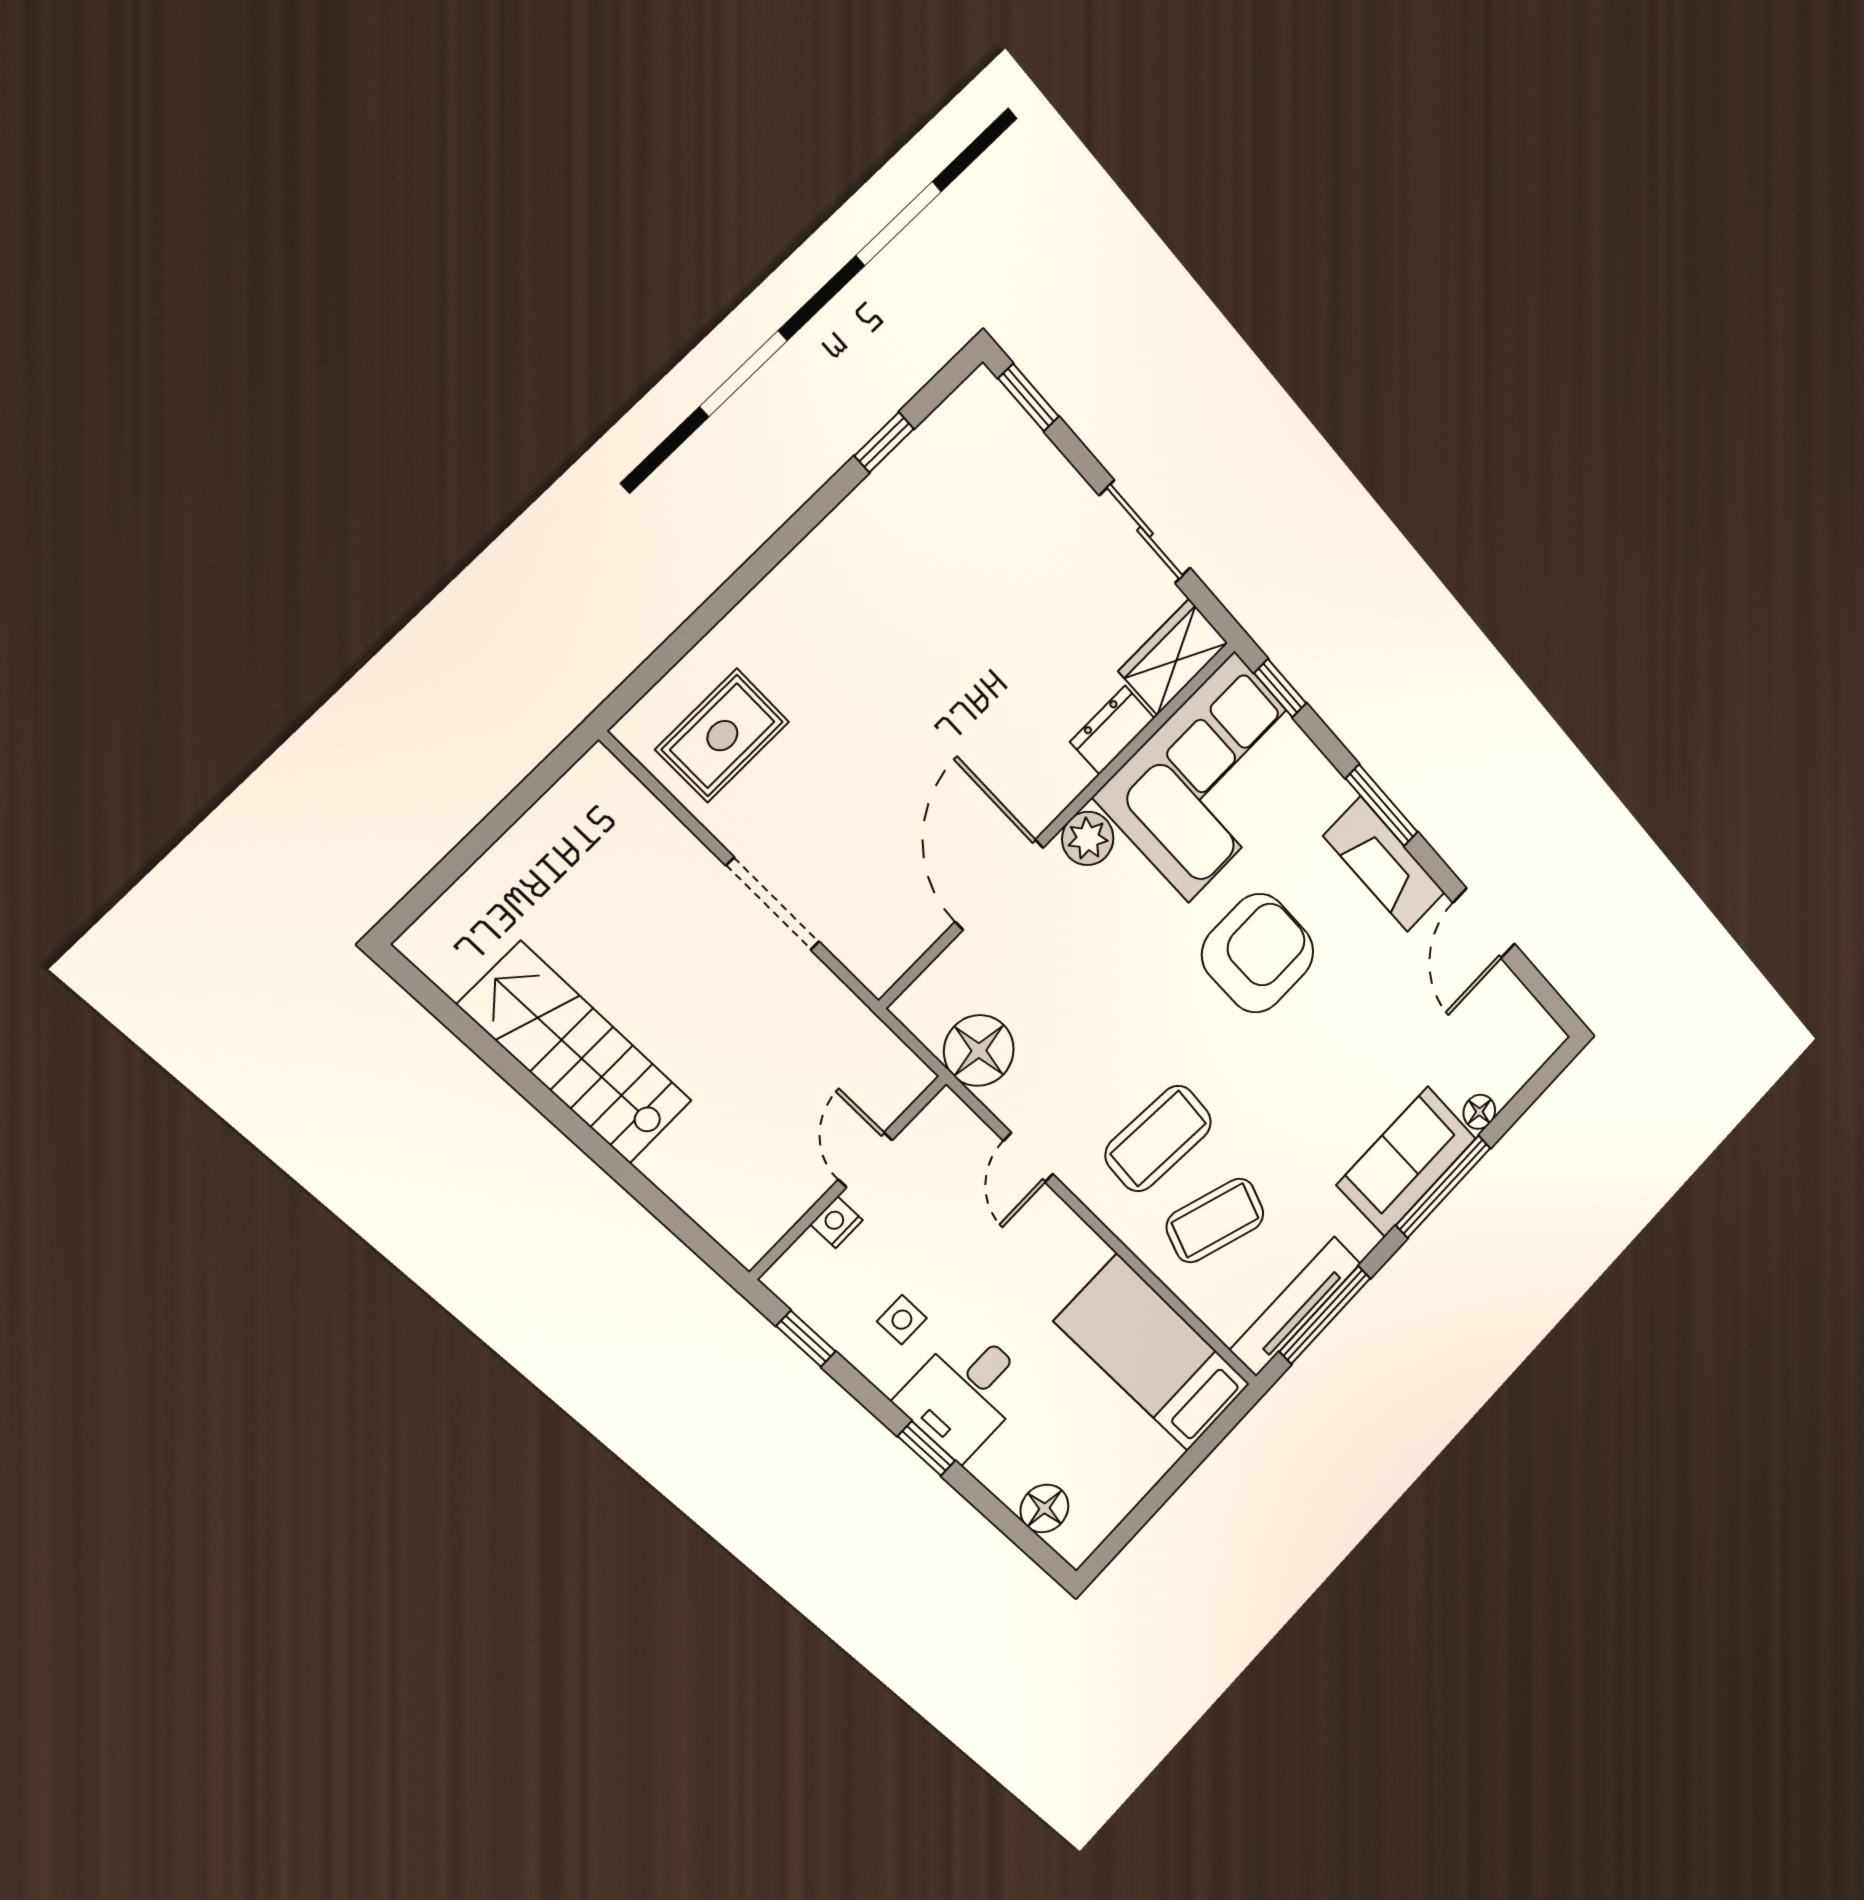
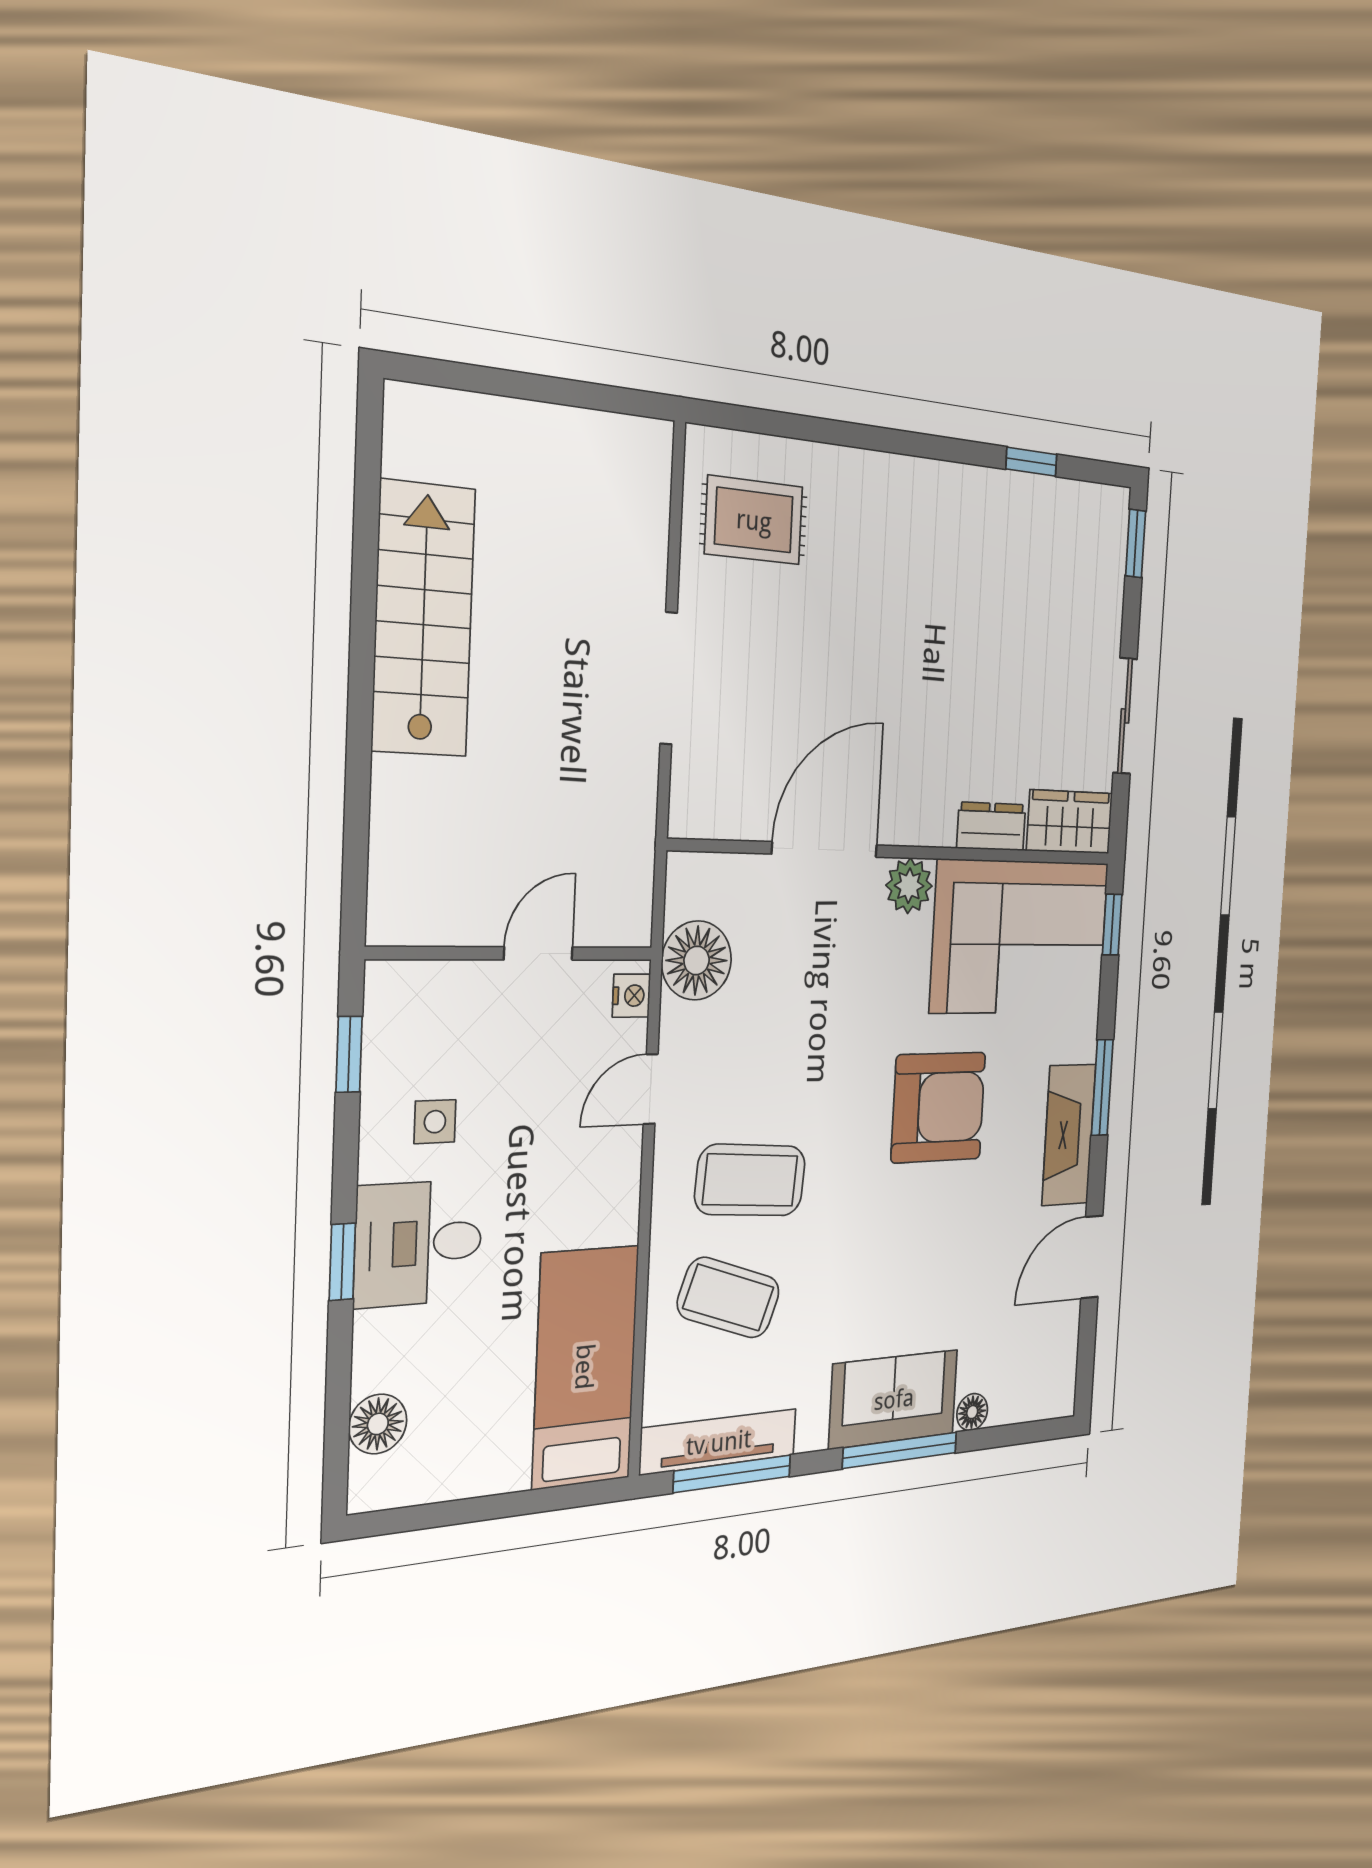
nightstand: (836, 1222) -> (631, 996), moved, turned 90

